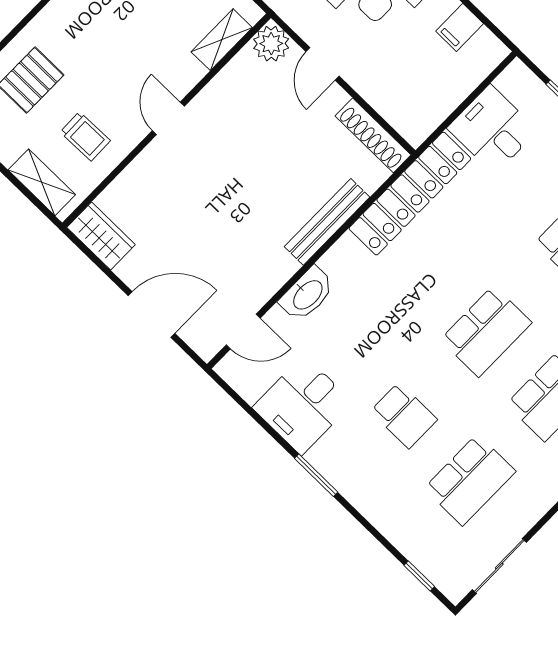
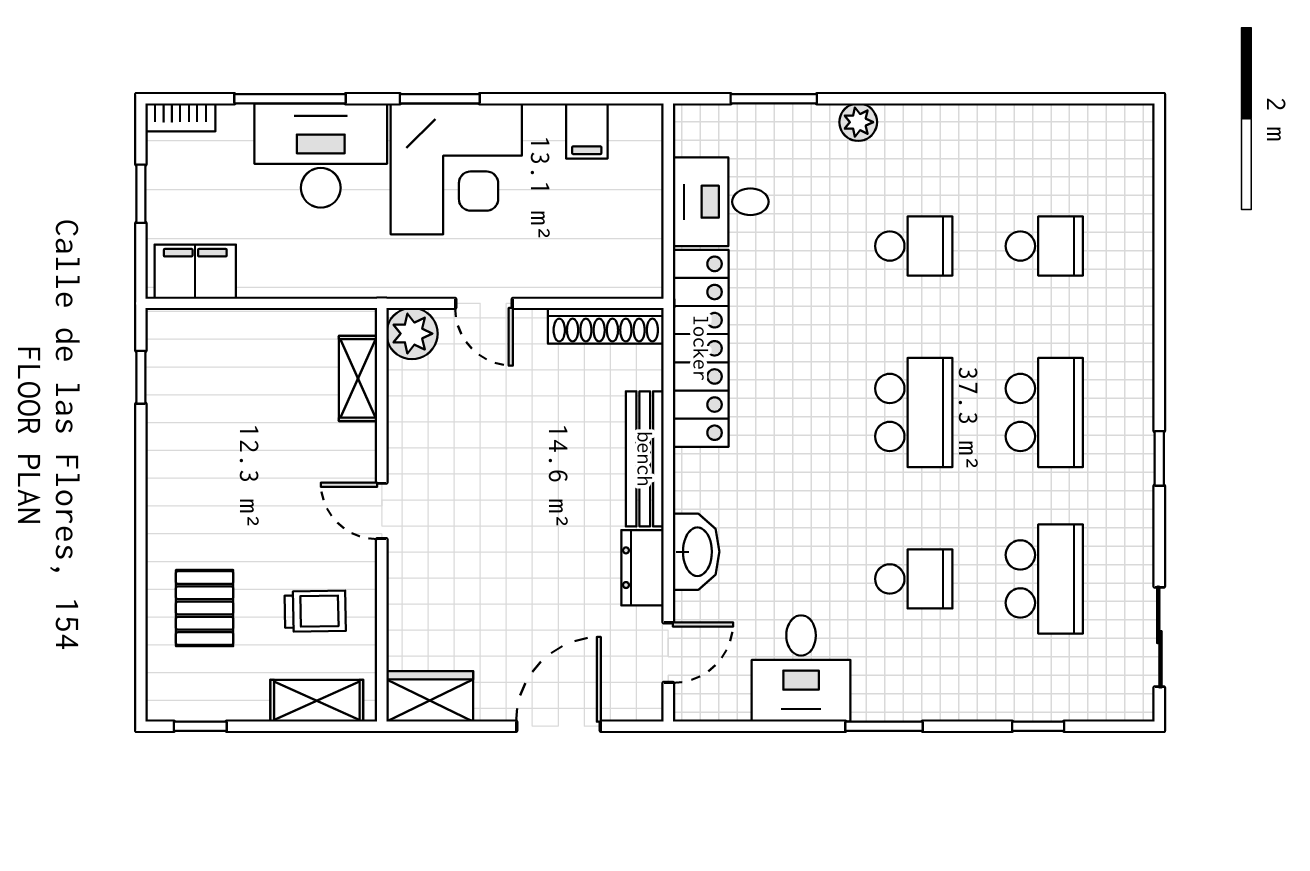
dresser: (272, 276) -> (642, 568), added
window: (419, 576) -> (1038, 726), moved

